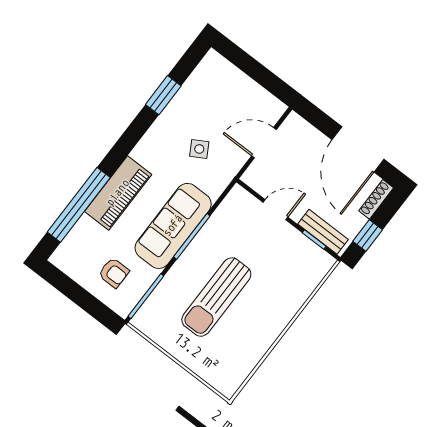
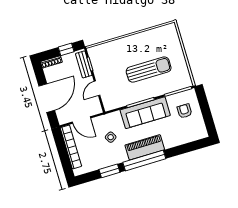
bookcase: (250, 89) -> (71, 147), added
door: (358, 149) -> (47, 98), moved
piano: (118, 193) -> (145, 147), moved
window: (79, 205) -> (144, 160), moved
door: (275, 210) -> (97, 88), hinge flipped

